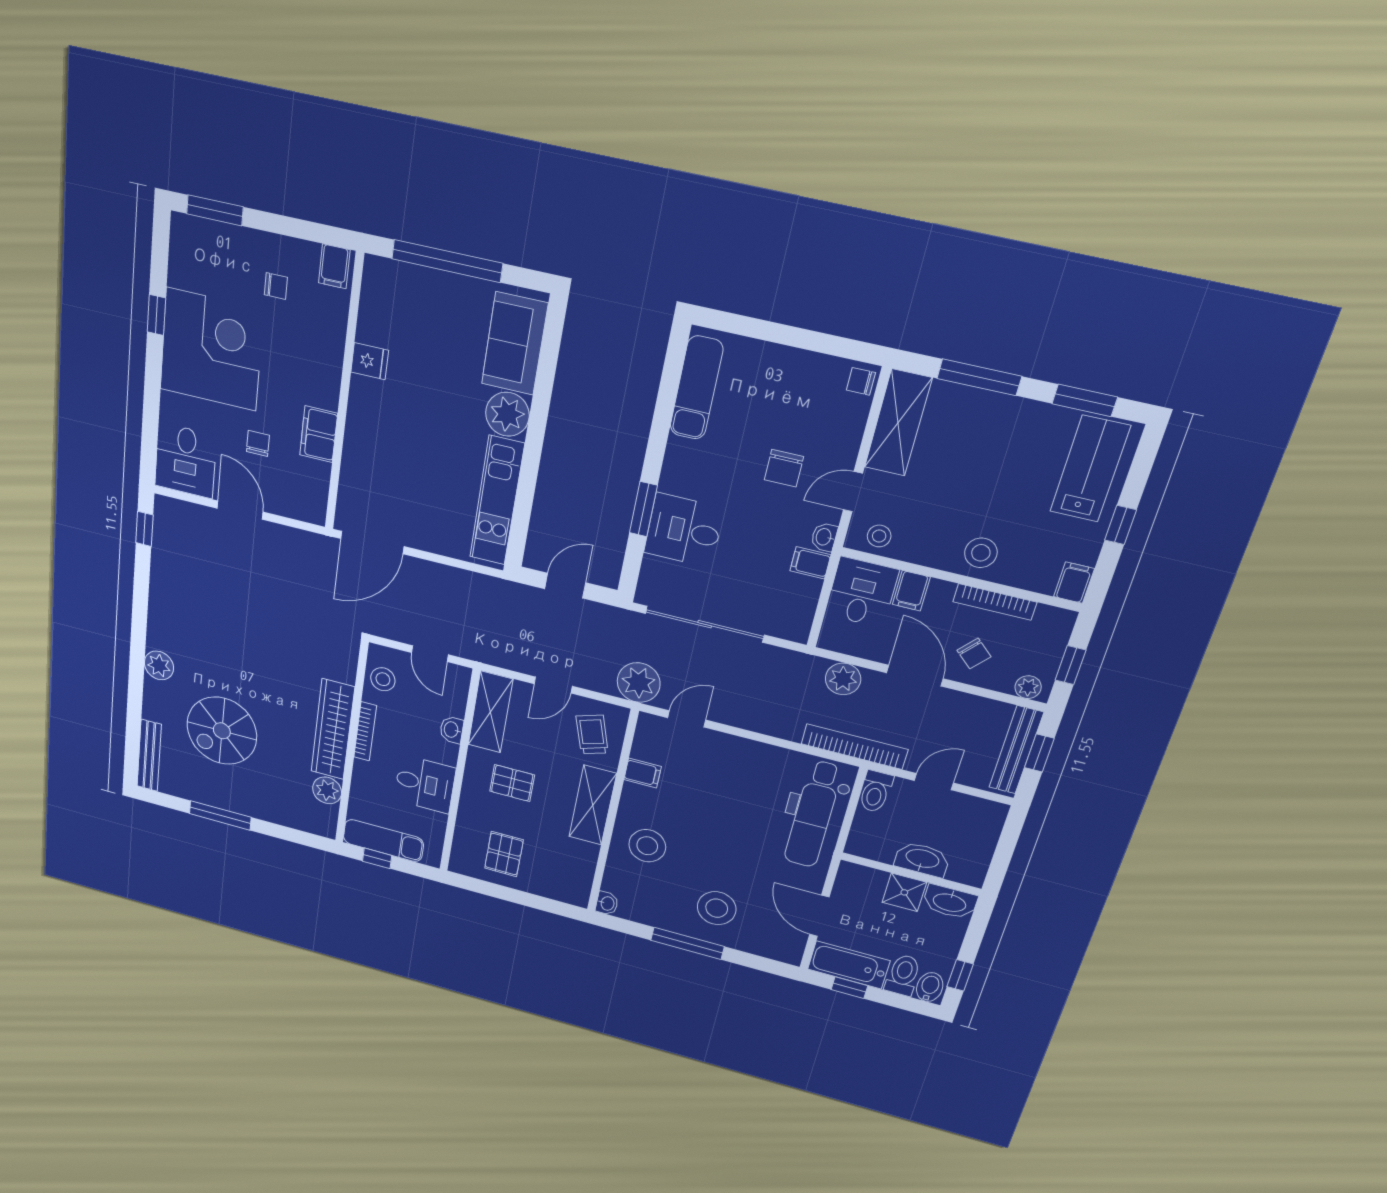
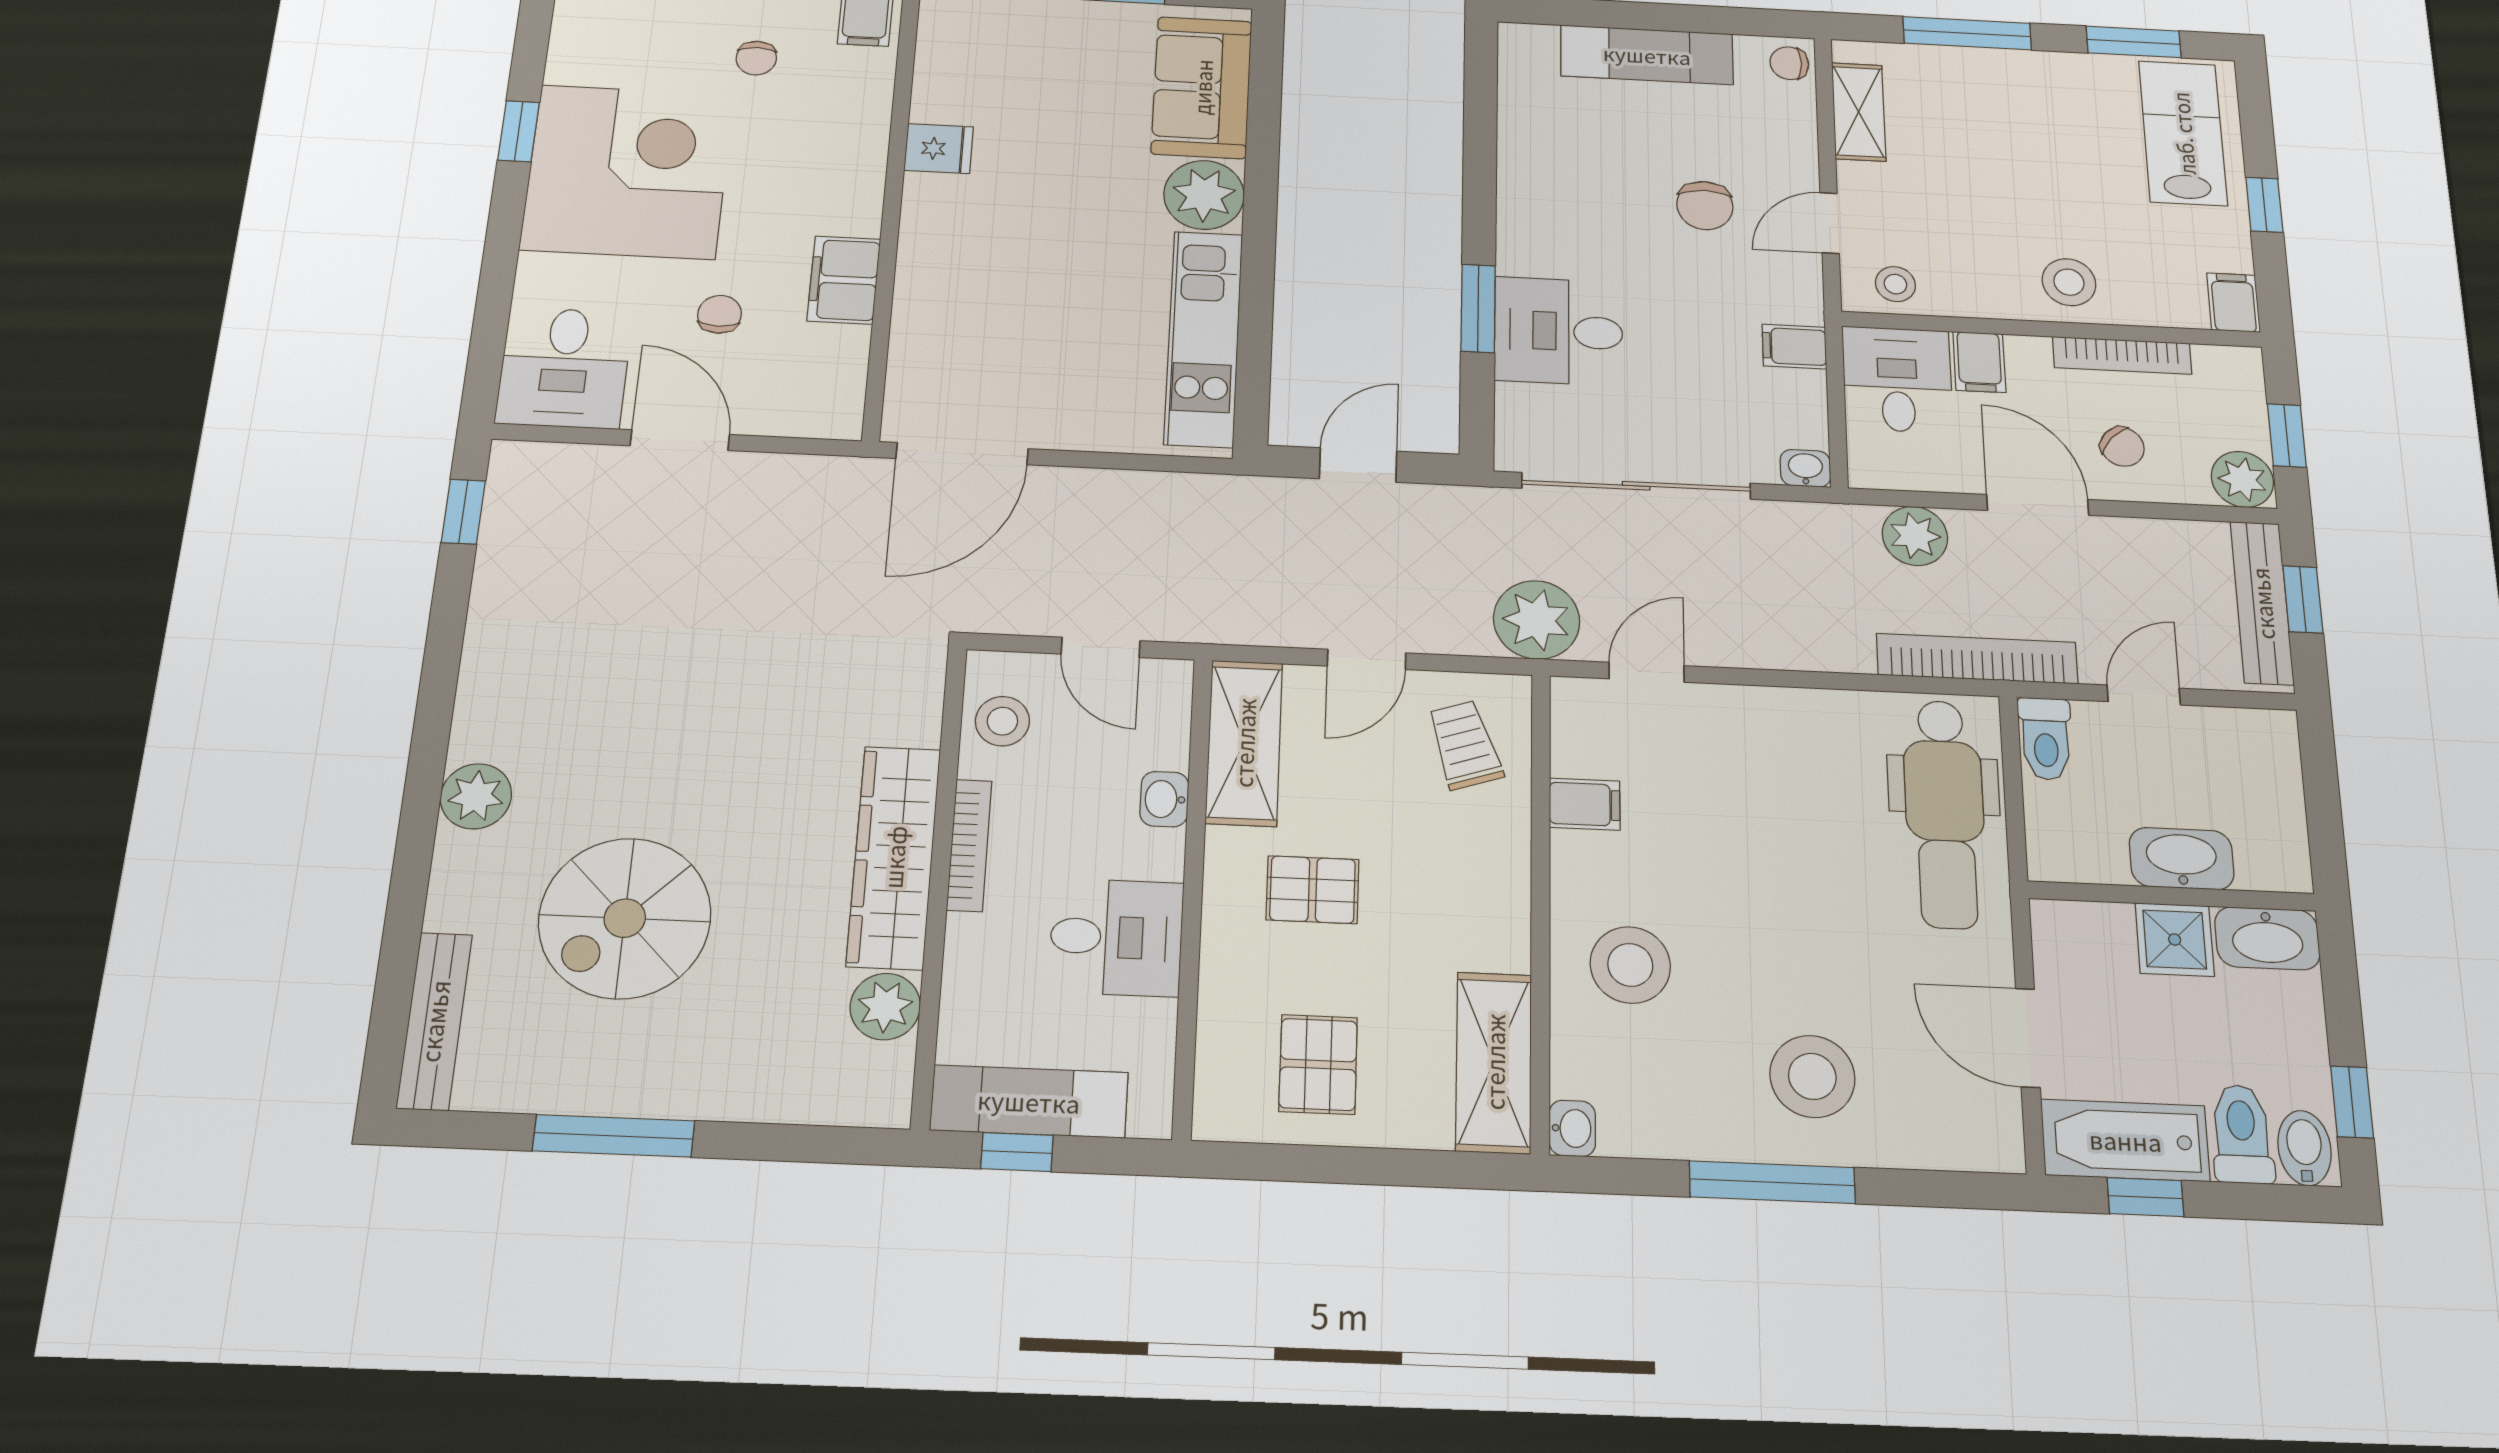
chair: (276, 286) -> (756, 58), turned 90
exam couch: (696, 388) -> (1647, 55), moved, turned 90
shelving: (898, 423) -> (1859, 112), width x0.67, depth x0.75
washbasin: (824, 537) -> (1805, 468), moved, turned 90
plant: (1028, 687) -> (2242, 479), width x1.38, depth x1.38
shelving: (593, 805) -> (1494, 1062), moved

